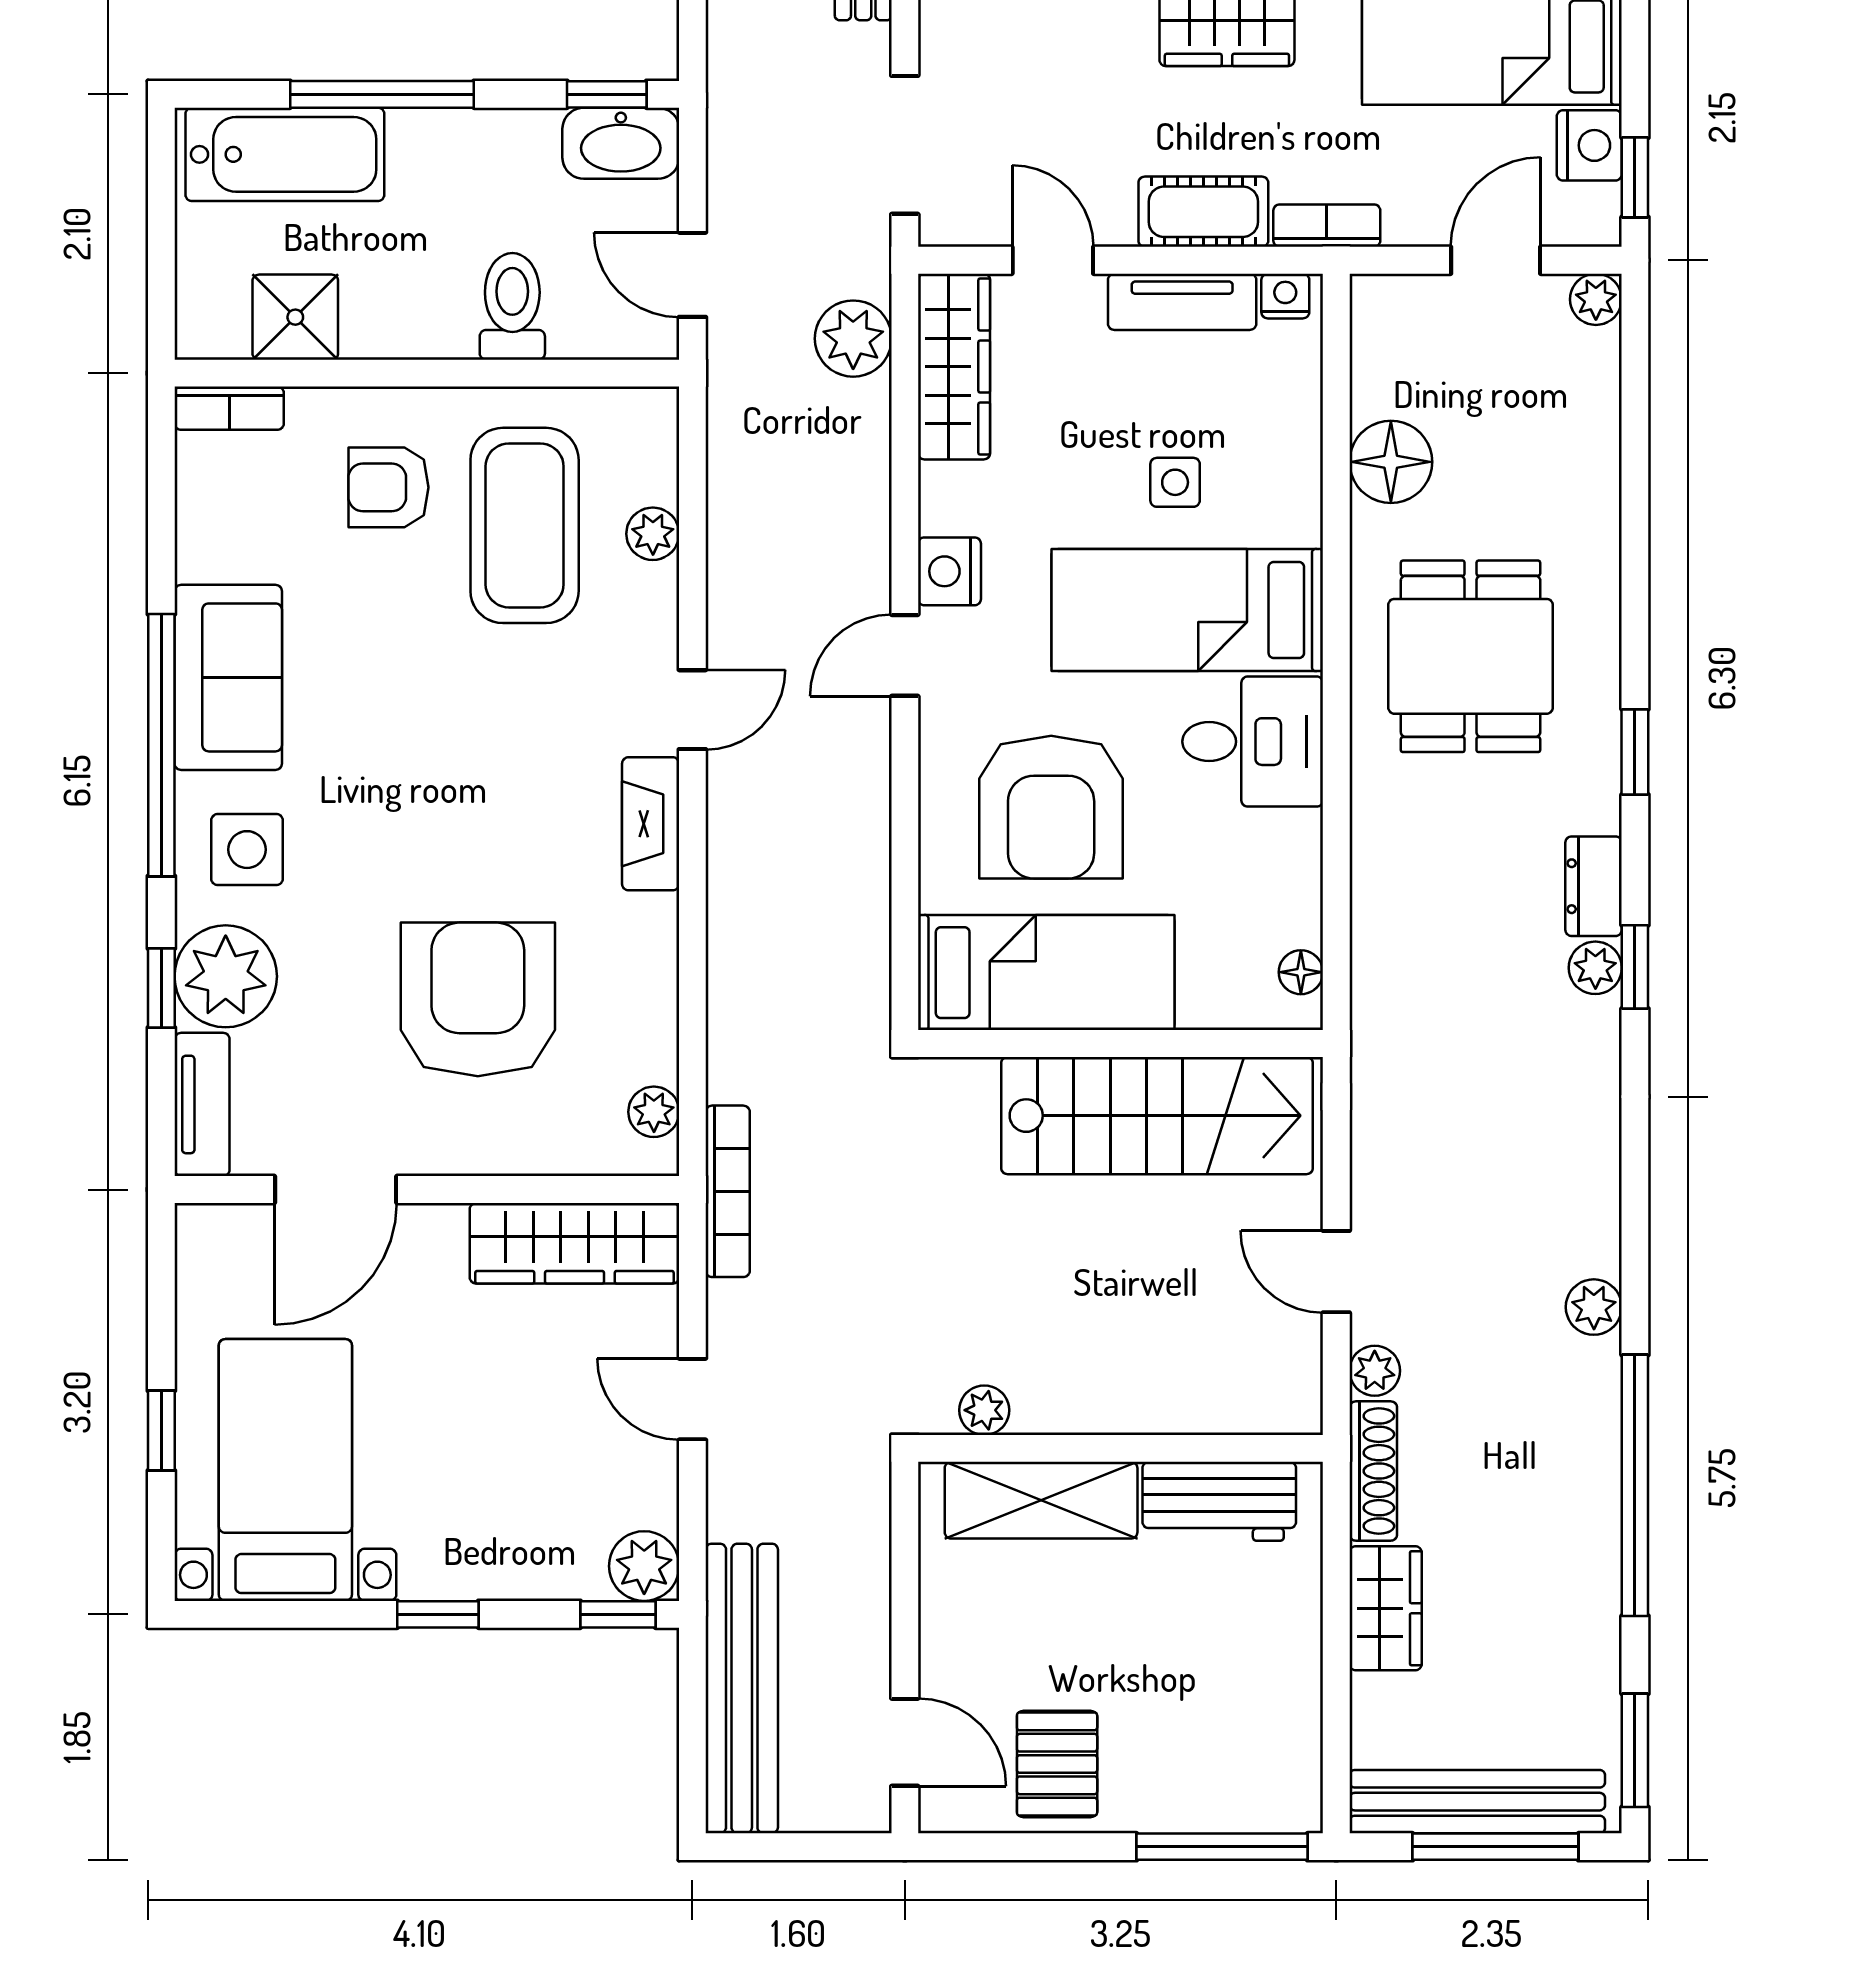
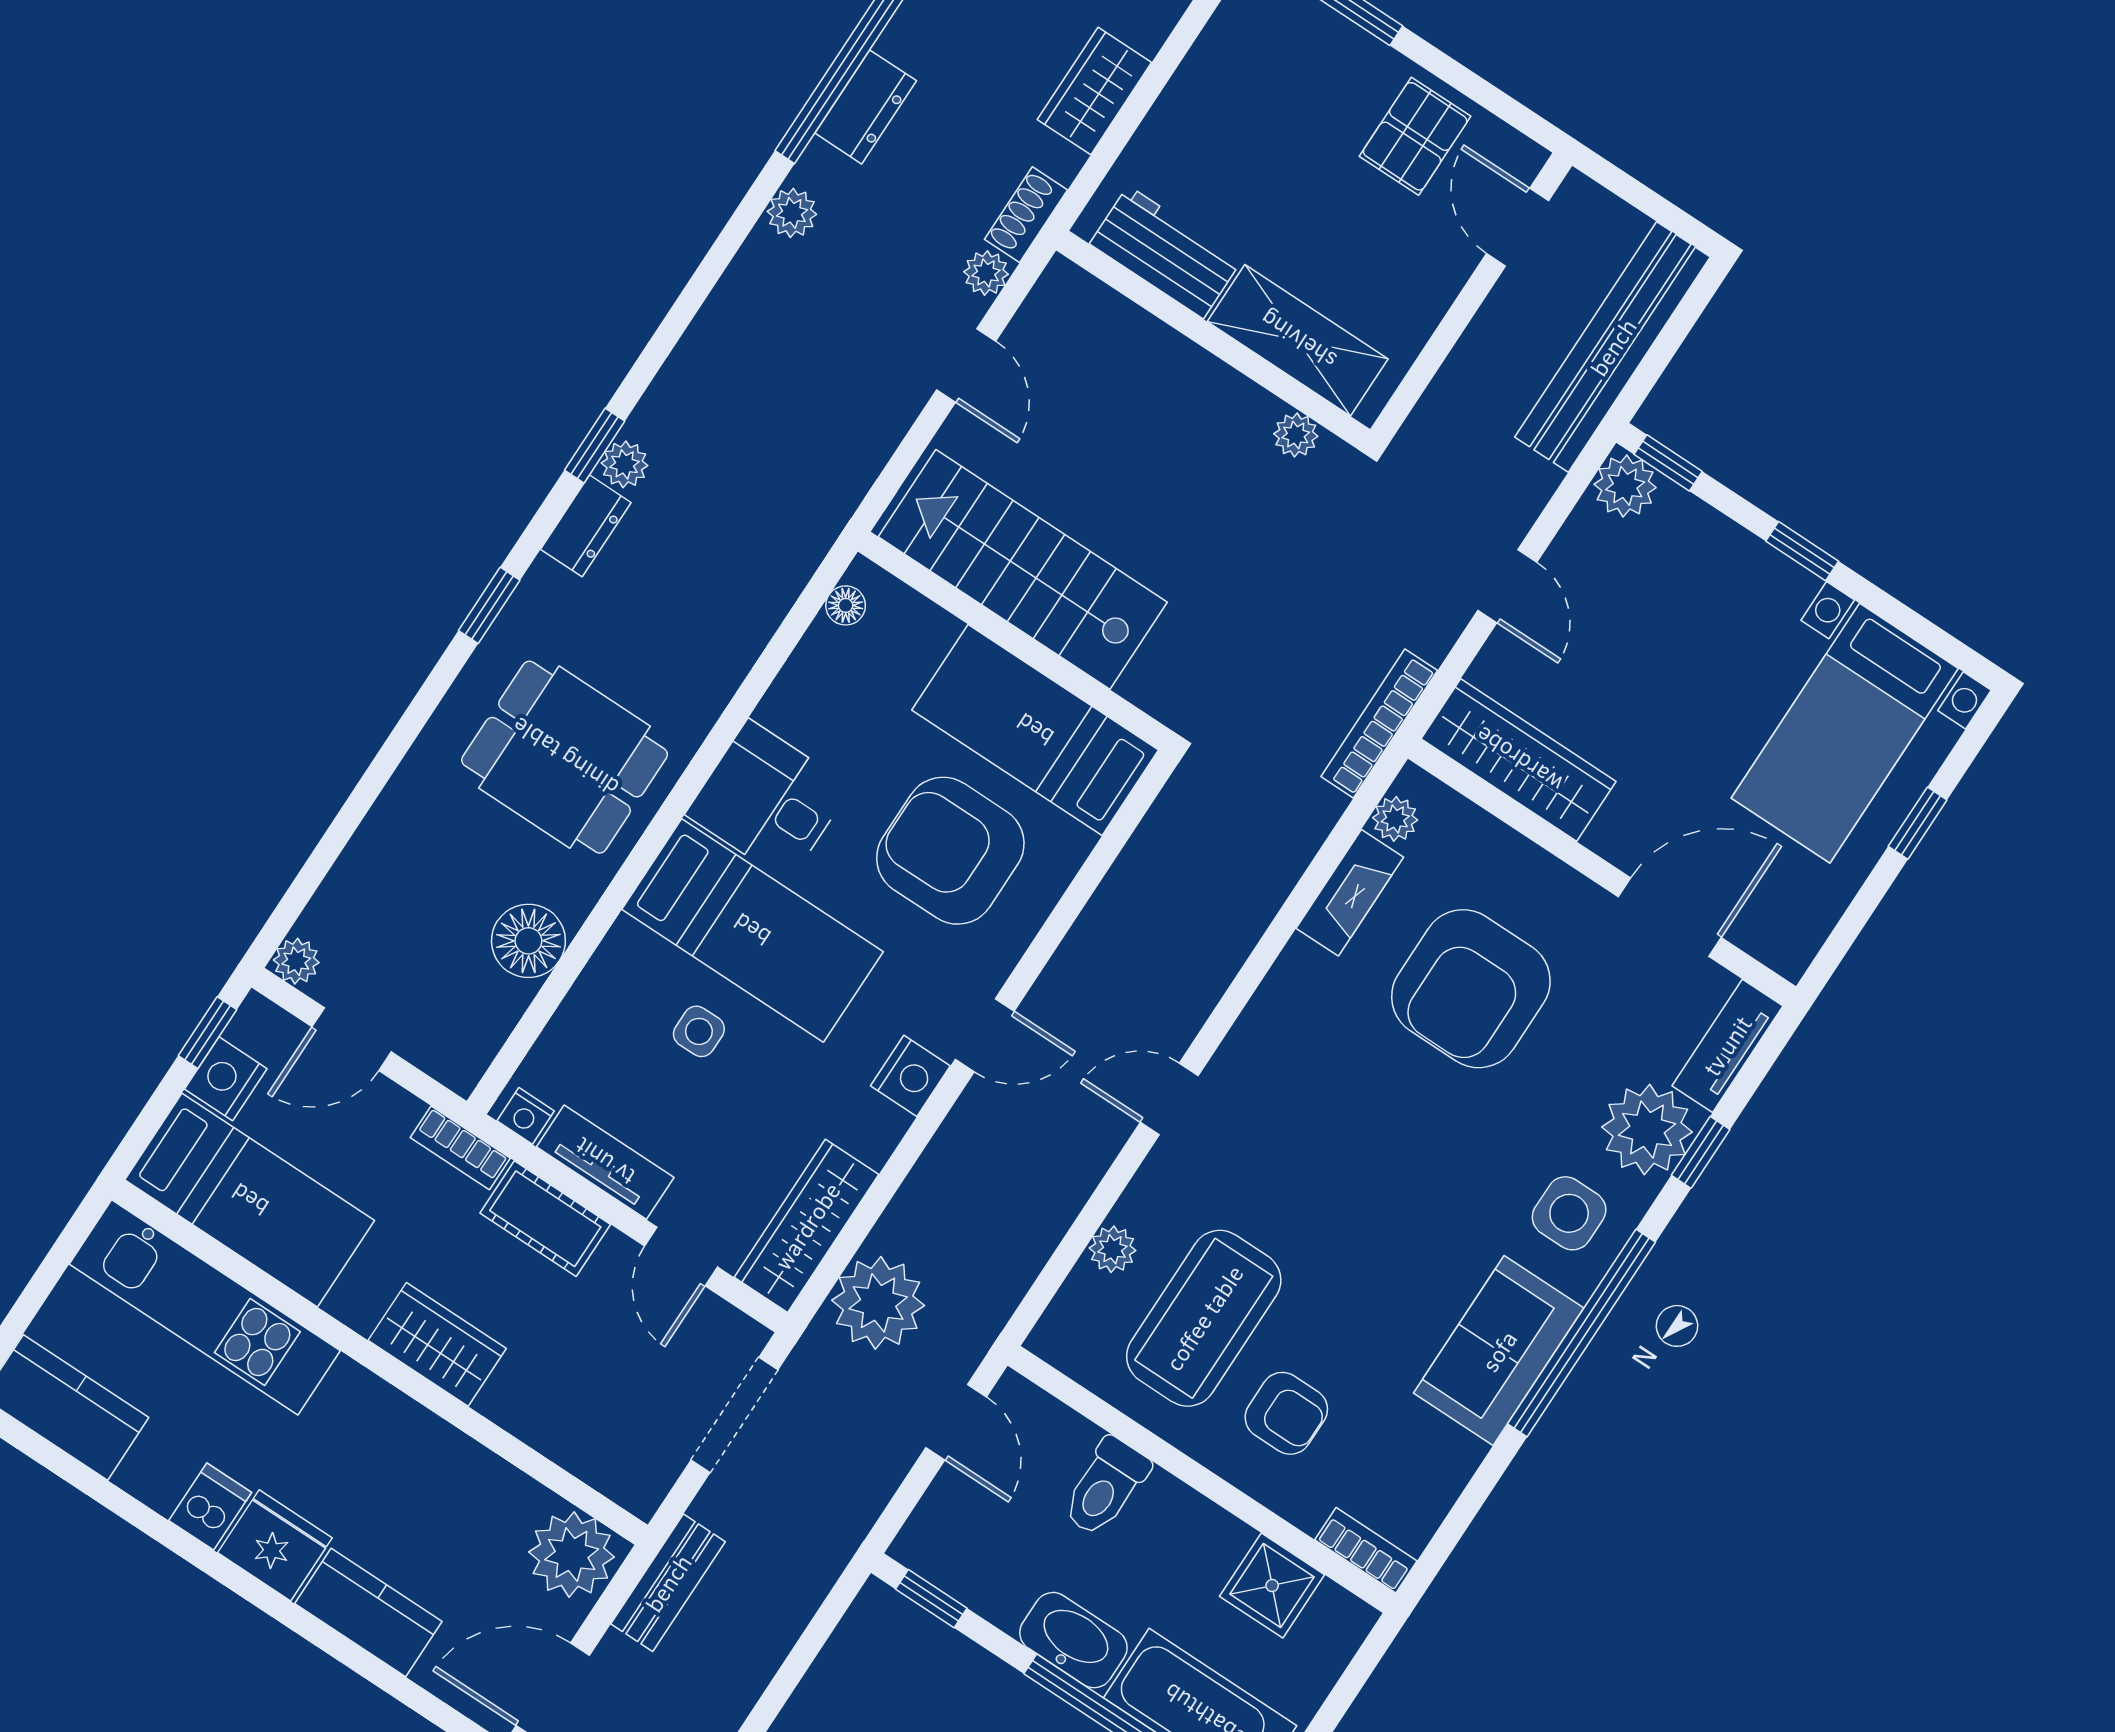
washbasin: (621, 143) -> (1073, 1640), moved
plant: (853, 339) -> (878, 1303), width x1.36, depth x1.36
dining table: (1471, 656) -> (565, 757), turned 90
armchair: (1051, 807) -> (950, 851), turned -90
fireplace: (651, 824) -> (1350, 893), moved
dresser: (1590, 1452) -> (866, 107), added
shoe rack: (1373, 1471) -> (1026, 215), width x0.70

